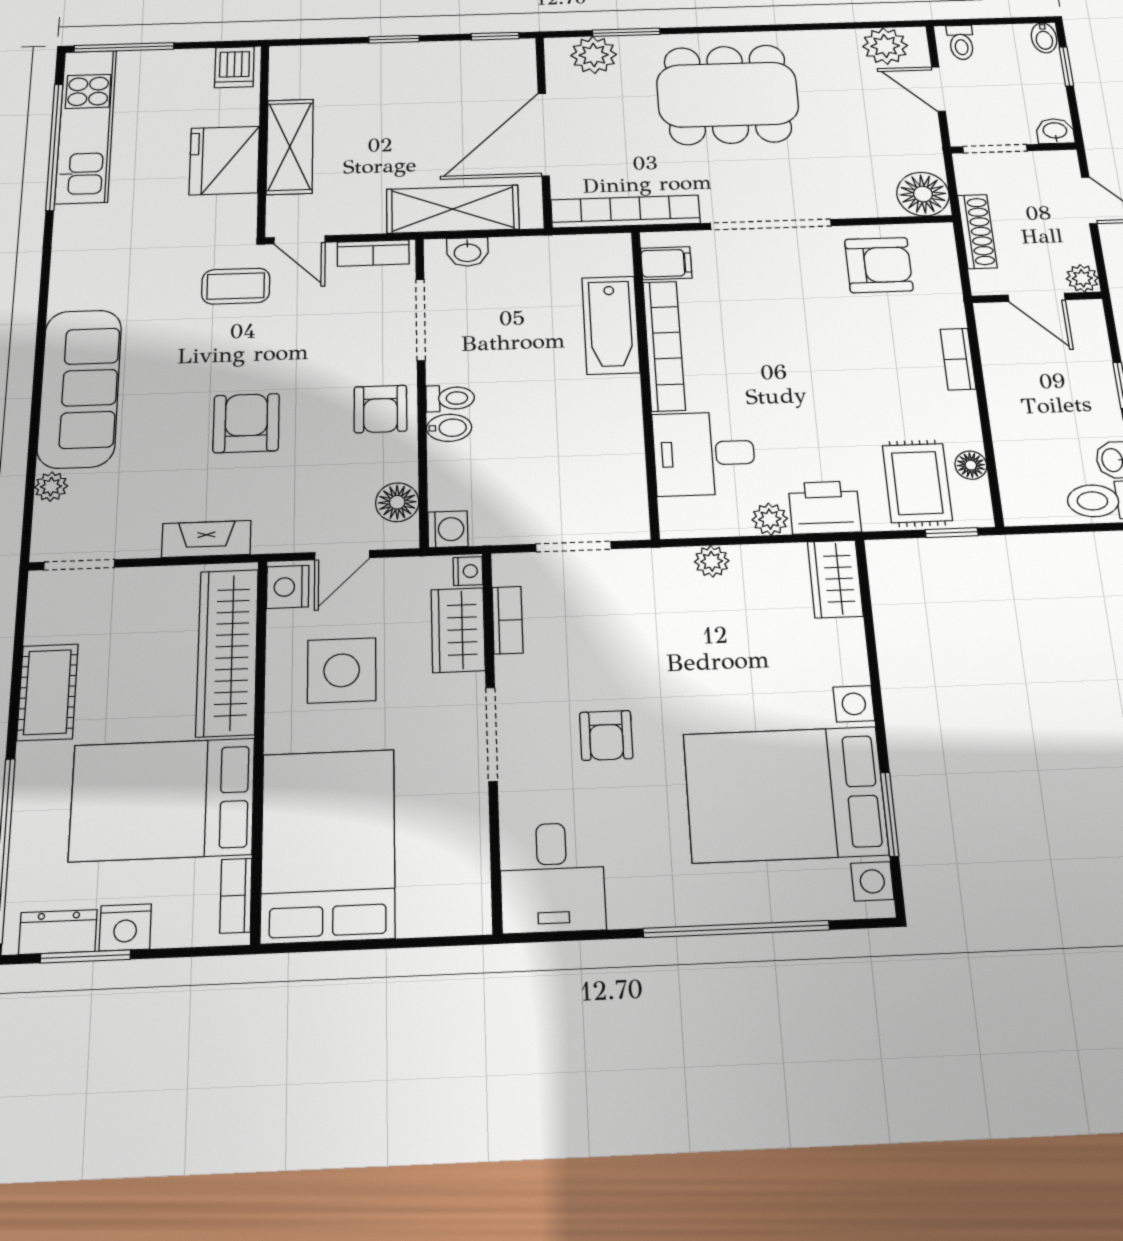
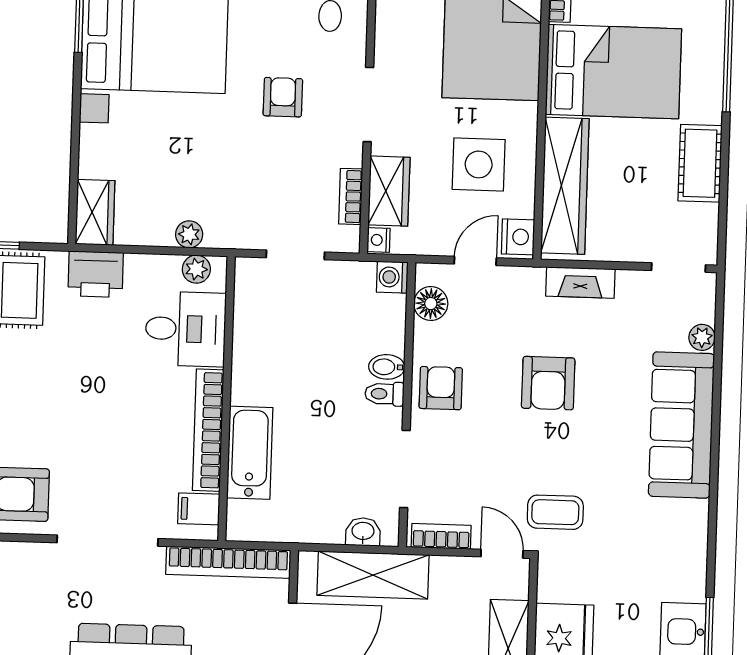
plant: (770, 519) -> (196, 269), moved

